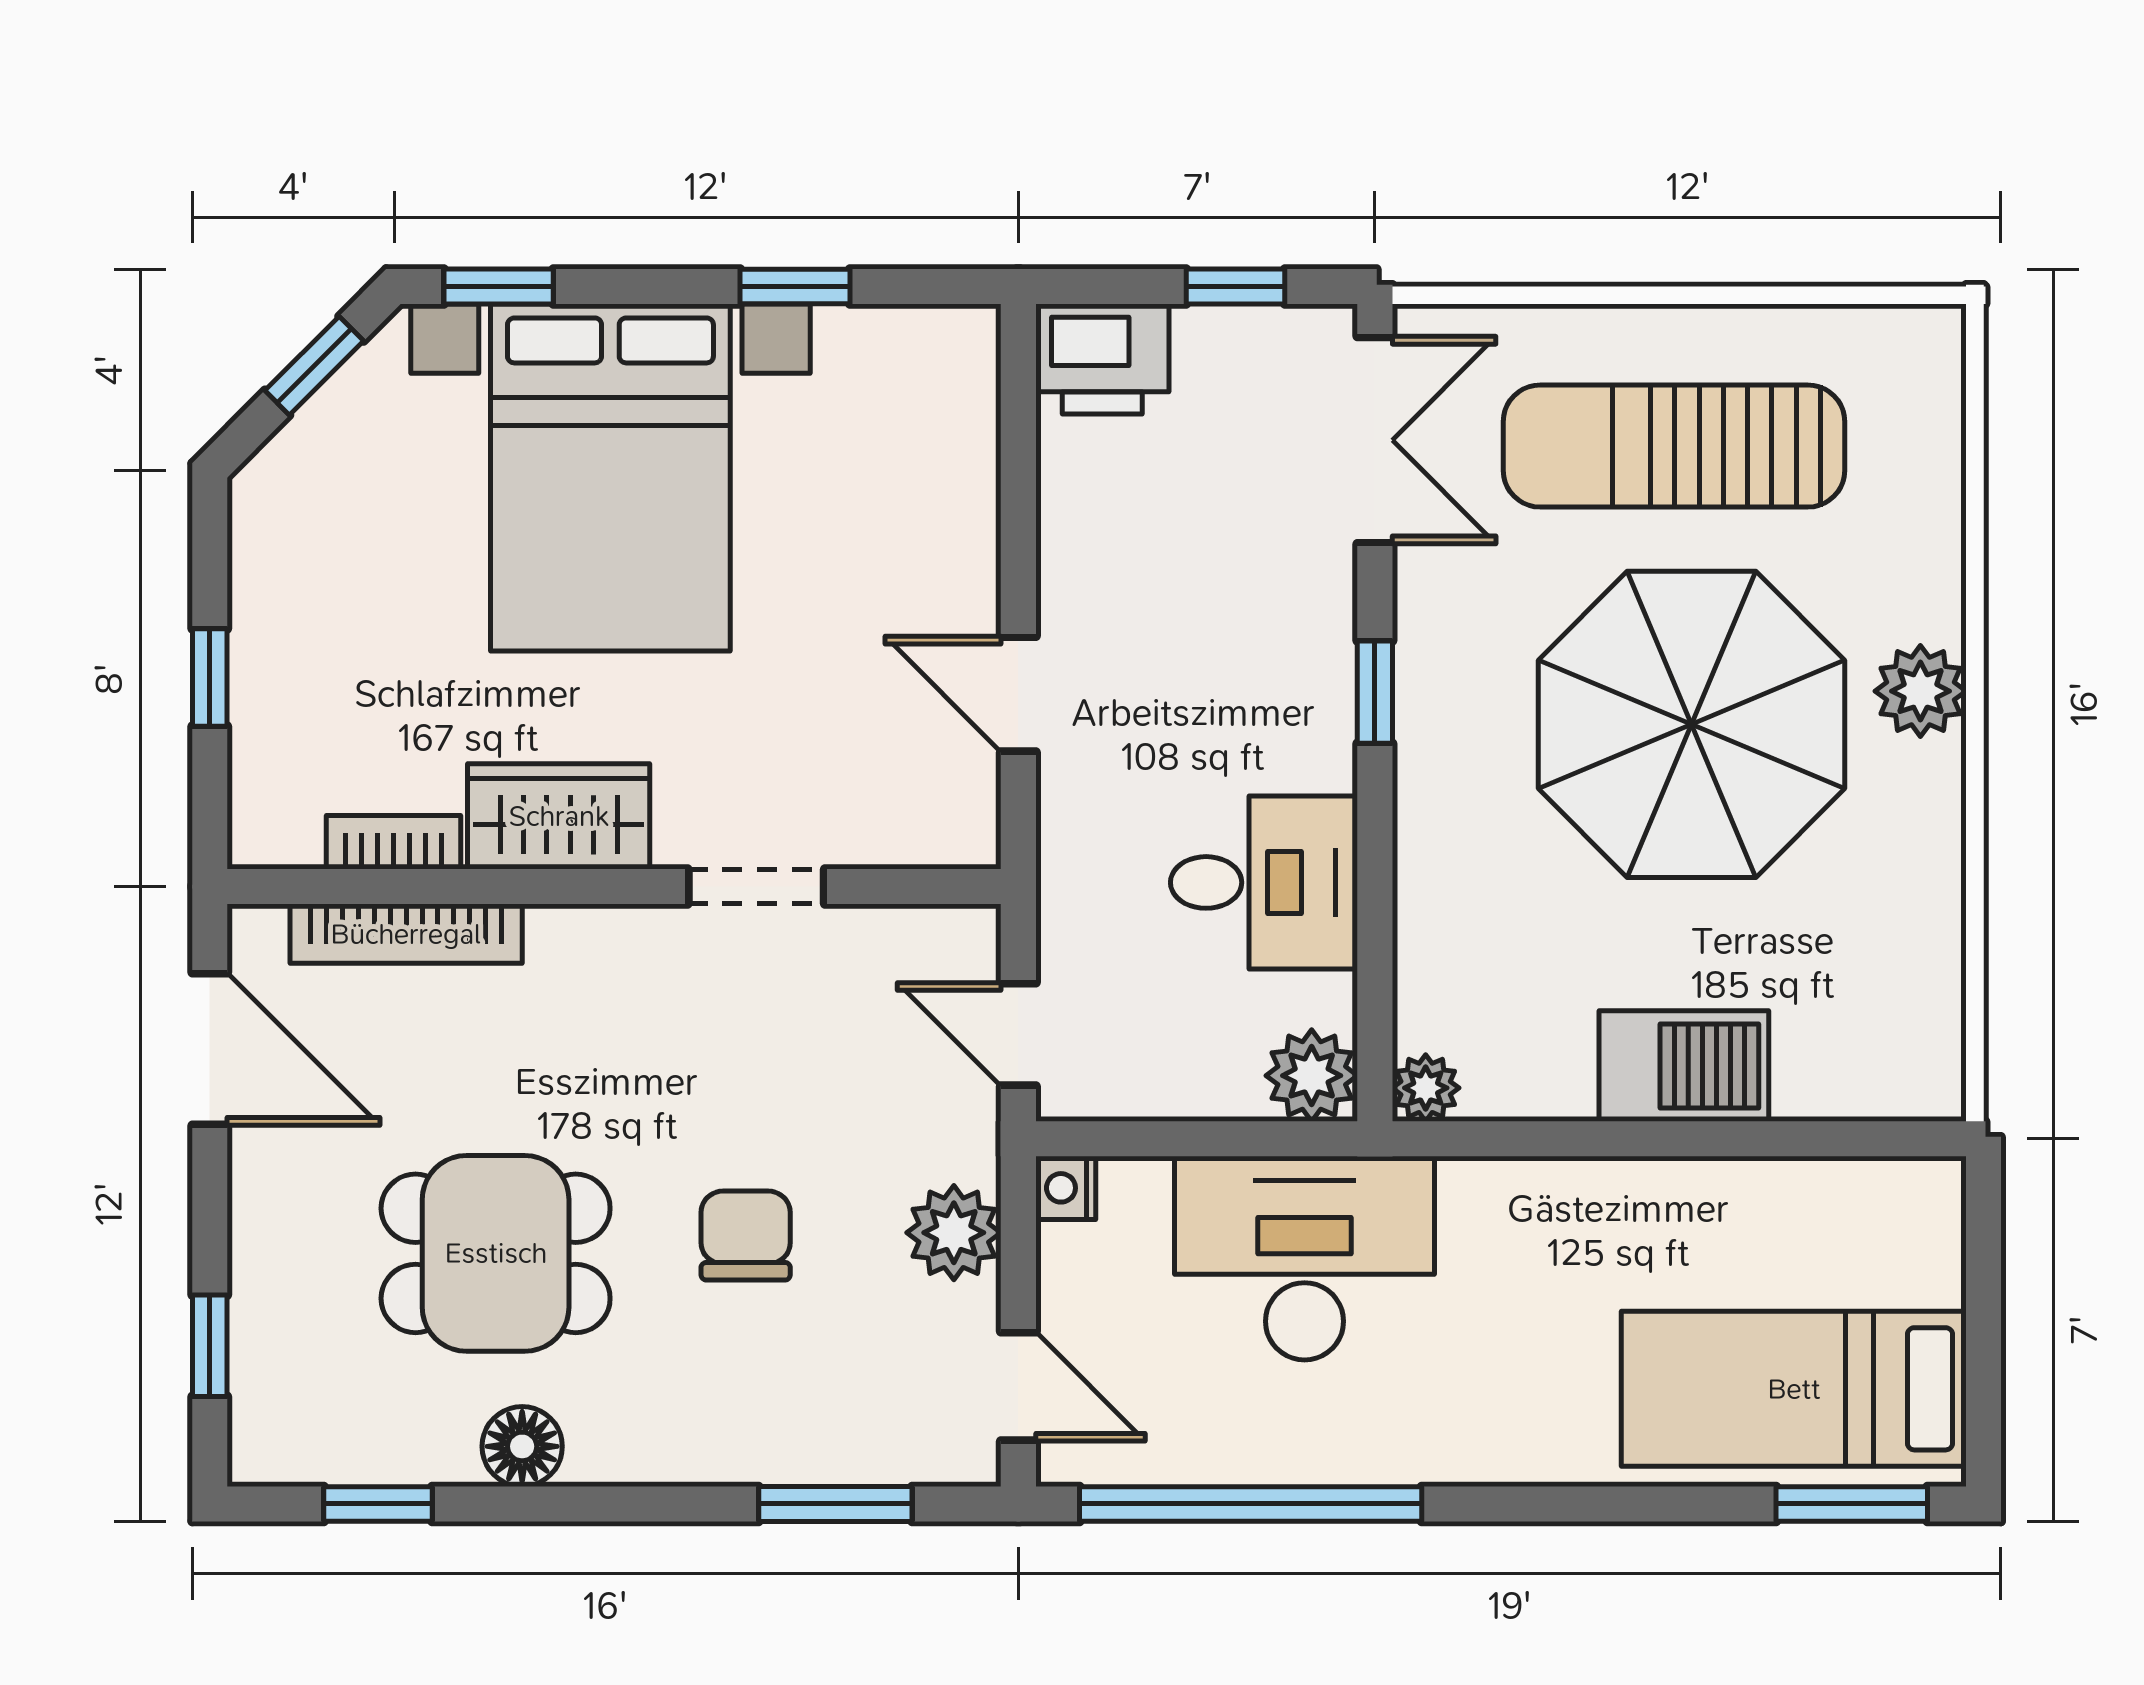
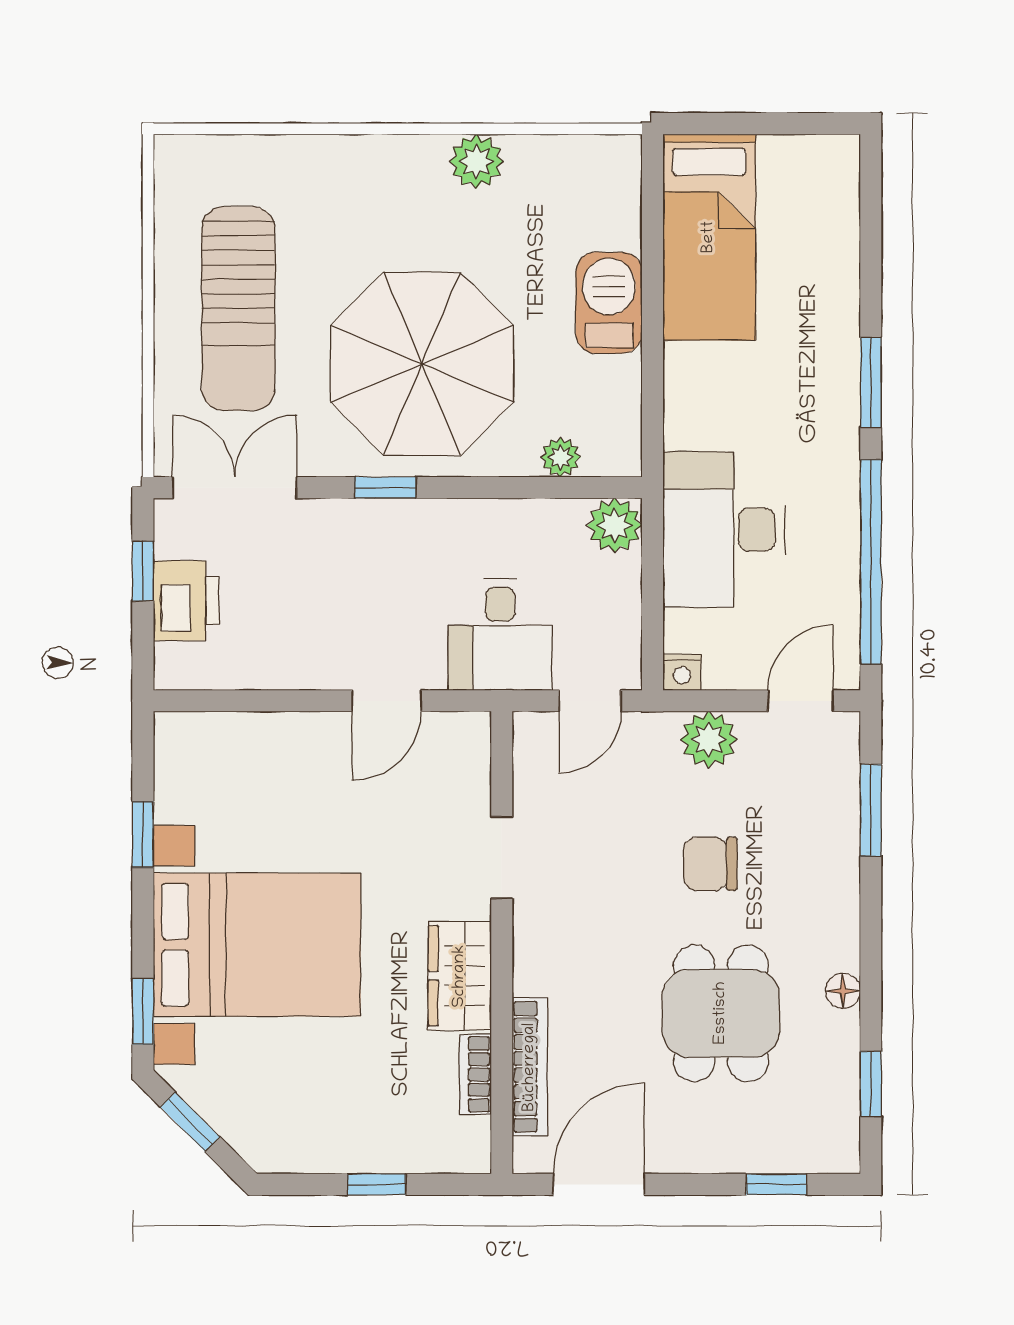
printer: (1102, 359) -> (186, 601), moved
plant: (1920, 691) -> (476, 161), moved
parasol: (1692, 724) -> (422, 364), moved
desk: (1264, 882) -> (500, 634), moved, turned 180
plant: (1426, 1088) -> (561, 457), moved
bed: (1794, 1389) -> (709, 237), moved
floor lamp: (522, 1446) -> (843, 991), width x0.73, depth x0.73
window: (1852, 1504) -> (871, 382), moved

